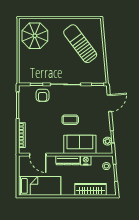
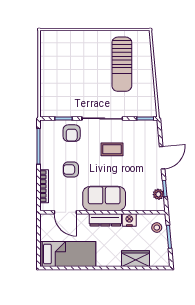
parasol: (35, 36) -> (61, 54), removed
sun lounger: (80, 44) -> (122, 64), turned -143
door: (109, 103) -> (162, 158), moved
coffee table: (70, 120) -> (112, 149), moved
armchair: (42, 123) -> (71, 170), added
sofa: (80, 144) -> (104, 199), moved
wardrobe: (90, 189) -> (136, 259), width x0.67

